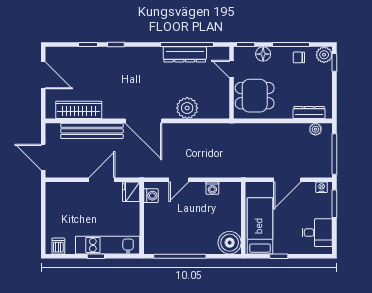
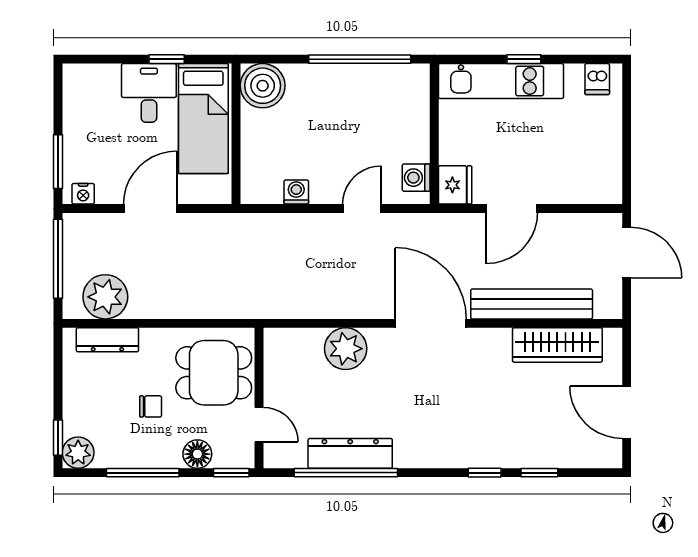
chair: (299, 57) -> (151, 406), moved
plant: (315, 129) -> (105, 297), width x1.88, depth x1.88
desk: (317, 233) -> (149, 93), moved, turned 90

